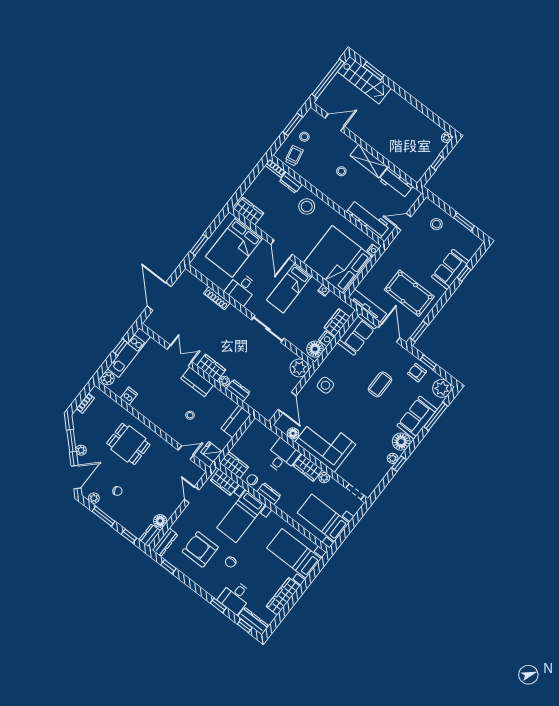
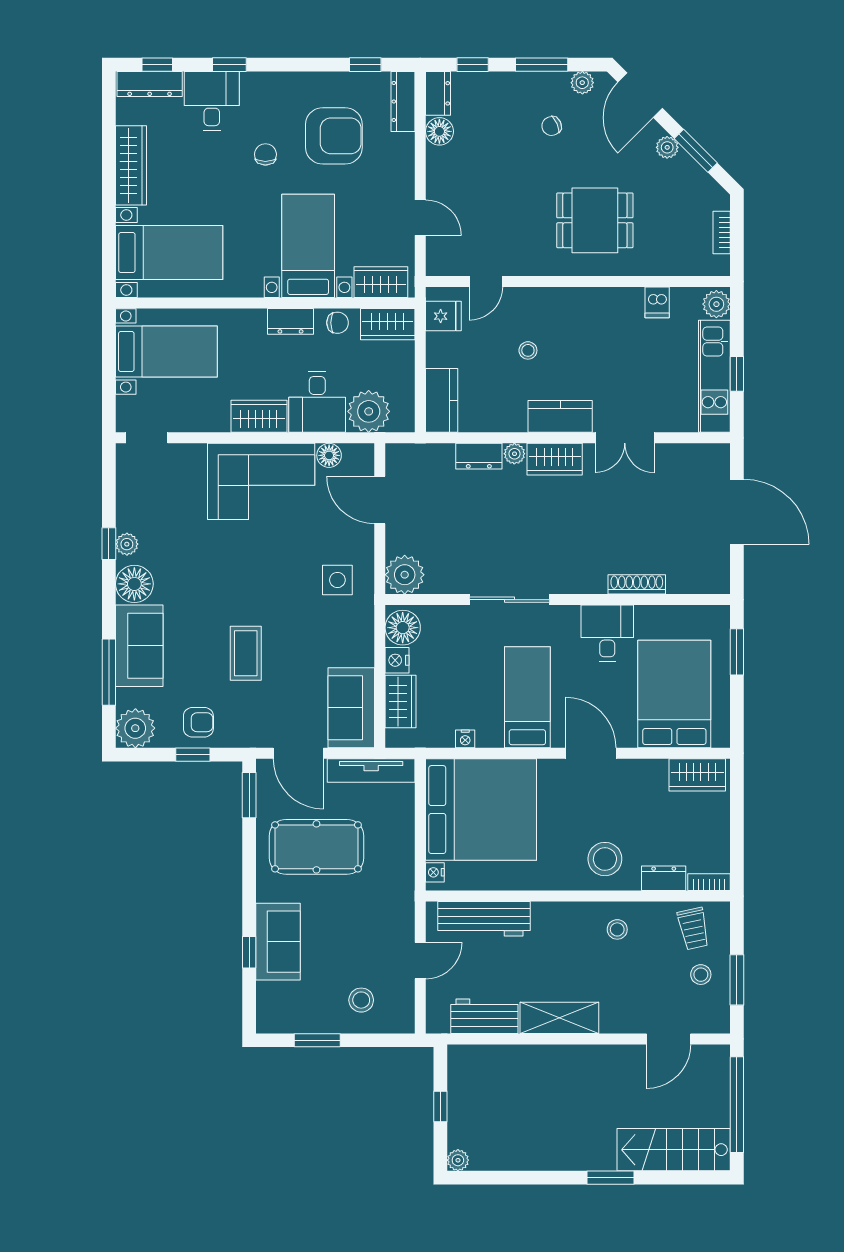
window: (374, 71) -> (611, 1178), moved
stool: (341, 171) -> (617, 929), moved
plant: (324, 478) -> (369, 411), moved, width x1.87, depth x1.87

